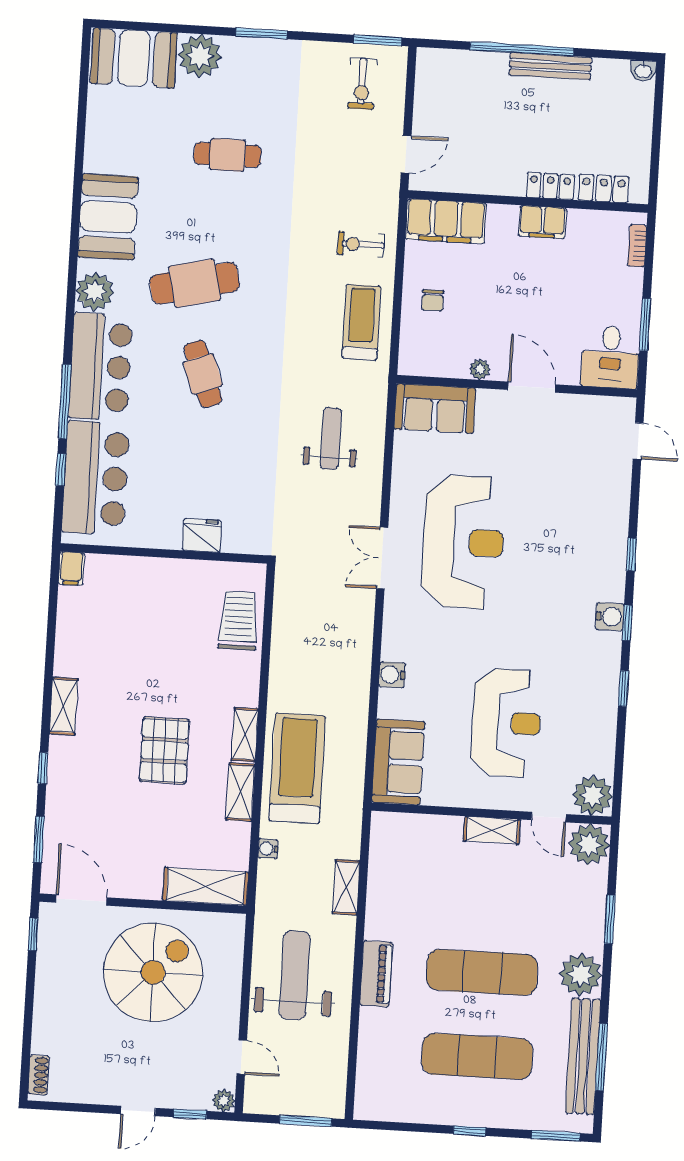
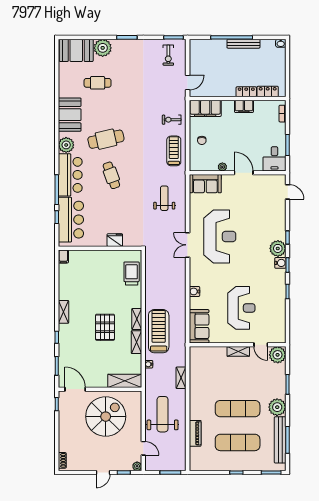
cafe table: (228, 155) -> (98, 83), moved
plant: (593, 795) -> (278, 248), moved
piano: (376, 974) -> (195, 433), moved

